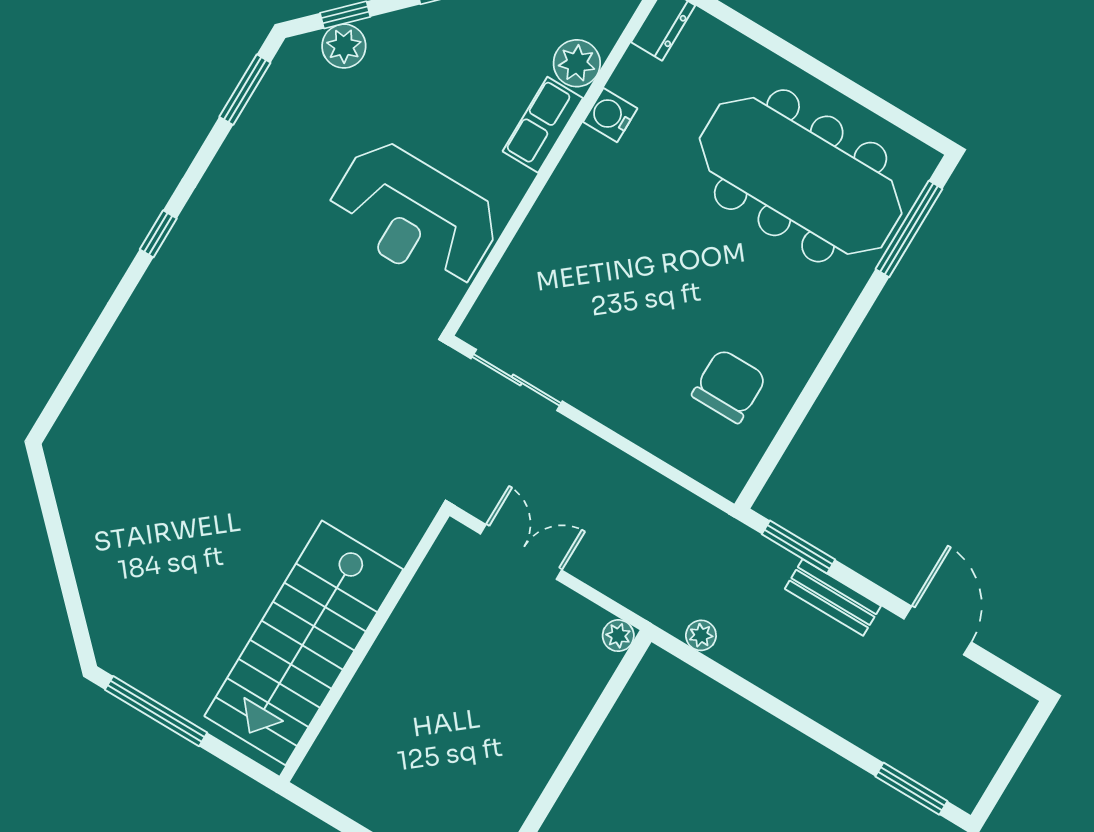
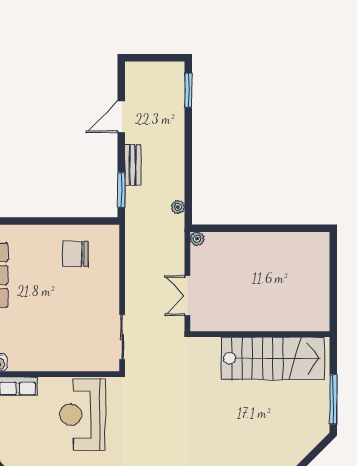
reception desk: (414, 216) -> (83, 415), turned 180

